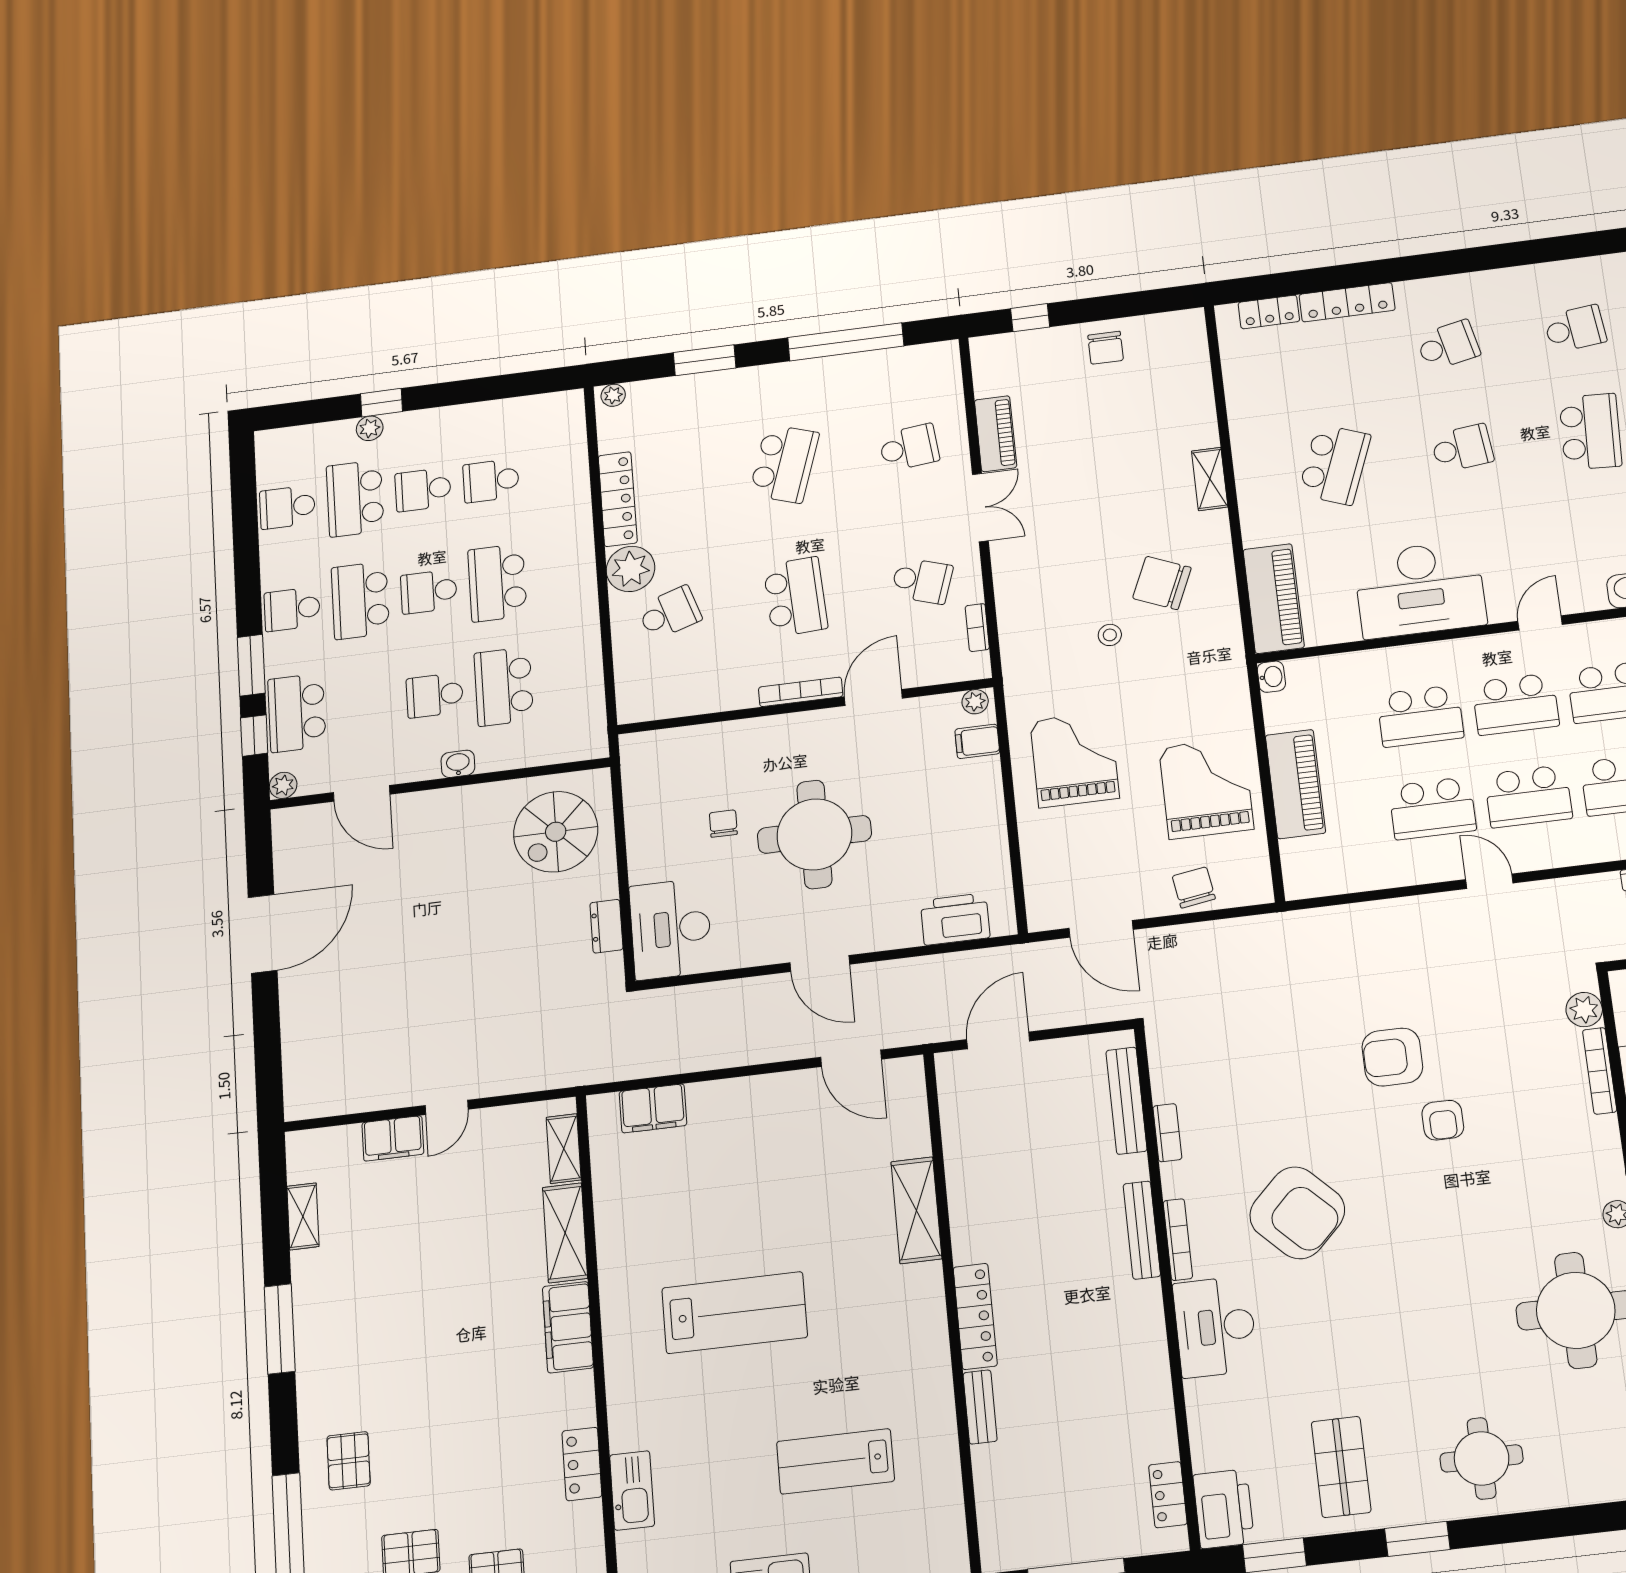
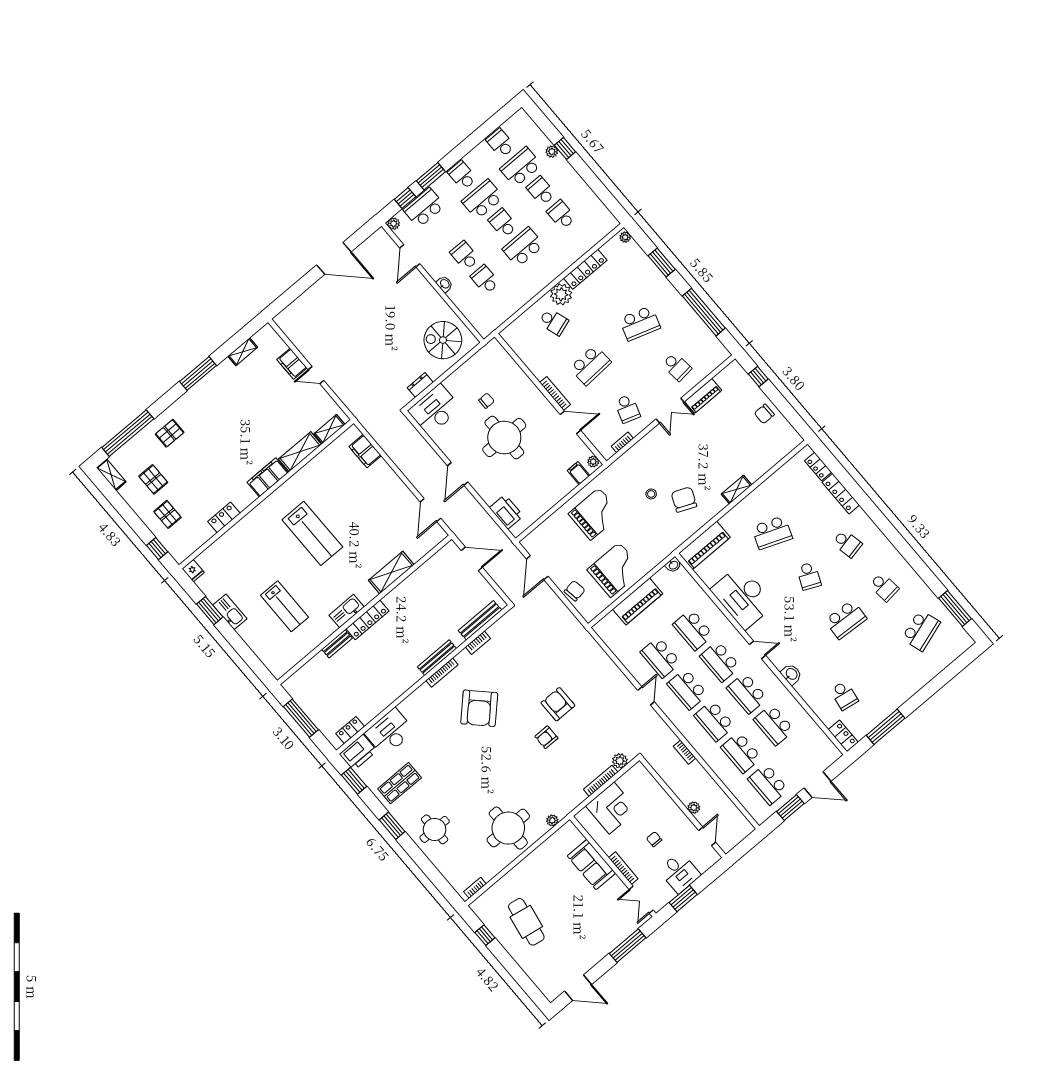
school desk: (1462, 448) -> (809, 576), turned 30
school desk: (504, 687) -> (485, 279), width x0.54
desk: (1215, 1327) -> (390, 732), moved
lab bench: (835, 1461) -> (284, 606), turned 180
kitchen sink: (632, 1490) -> (347, 611), moved, turned 180

